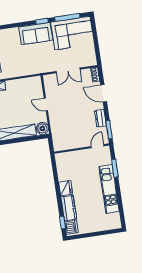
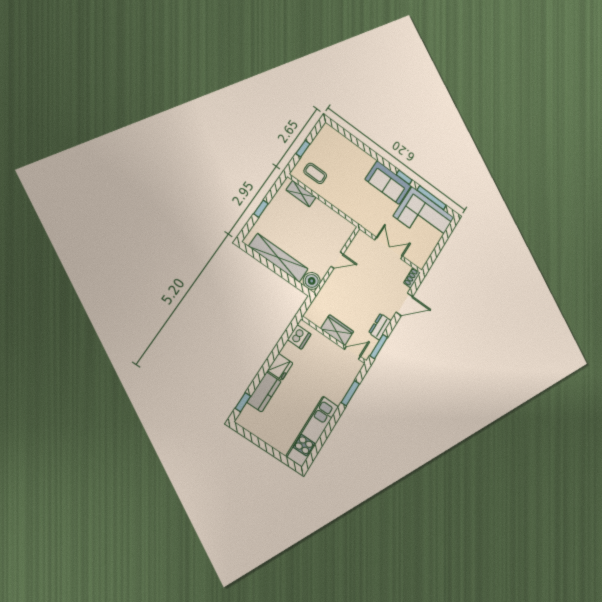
double door: (68, 70) -> (389, 248), swing flipped
door: (104, 93) -> (404, 304), swing flipped
door: (46, 104) -> (337, 260), swing flipped
wardrobe: (79, 142) -> (337, 330), added
kitchen unit: (109, 189) -> (313, 431), moved
dishwasher: (71, 227) -> (299, 337), moved

